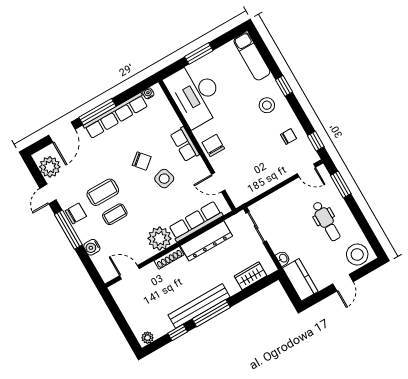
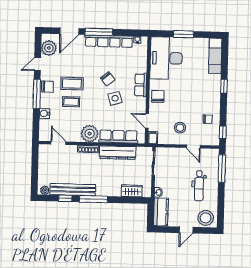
stool: (267, 105) -> (180, 128), moved
door: (306, 170) -> (193, 146), moved
window: (341, 185) -> (222, 168), width x1.44
filing cabinet: (237, 198) -> (153, 138), added
bench: (199, 306) -> (73, 190), moved

